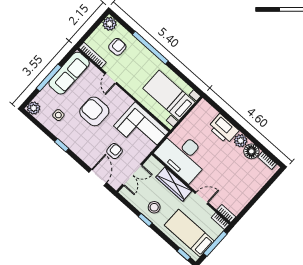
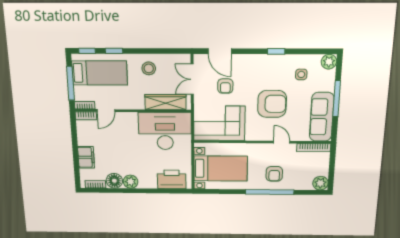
armchair: (117, 47) -> (274, 174), moved
printer: (223, 129) -> (172, 179), moved
wardrobe: (174, 184) -> (166, 102), moved
filing cabinet: (255, 185) -> (86, 157), added
door: (202, 198) -> (106, 111), moved
window: (145, 220) -> (114, 51), moved

